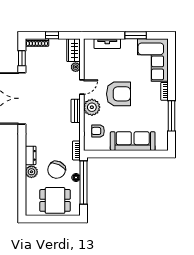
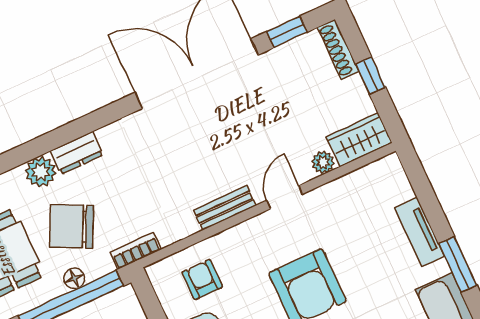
tv unit: (107, 44) -> (420, 232), moved
door: (82, 87) -> (285, 197), swing flipped
plant: (92, 107) -> (249, 241), removed

